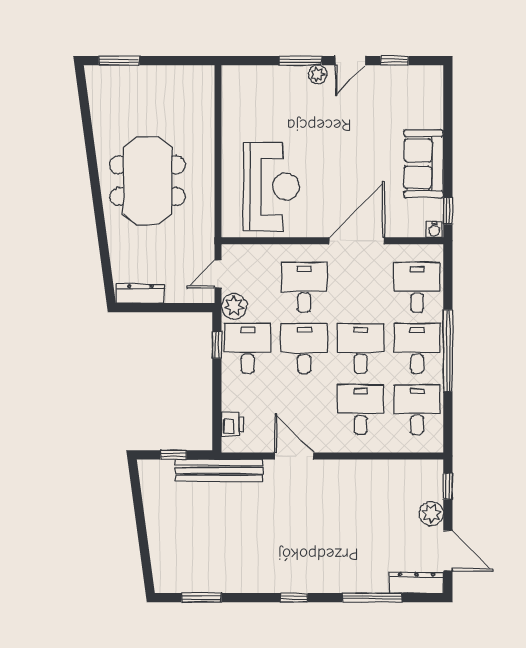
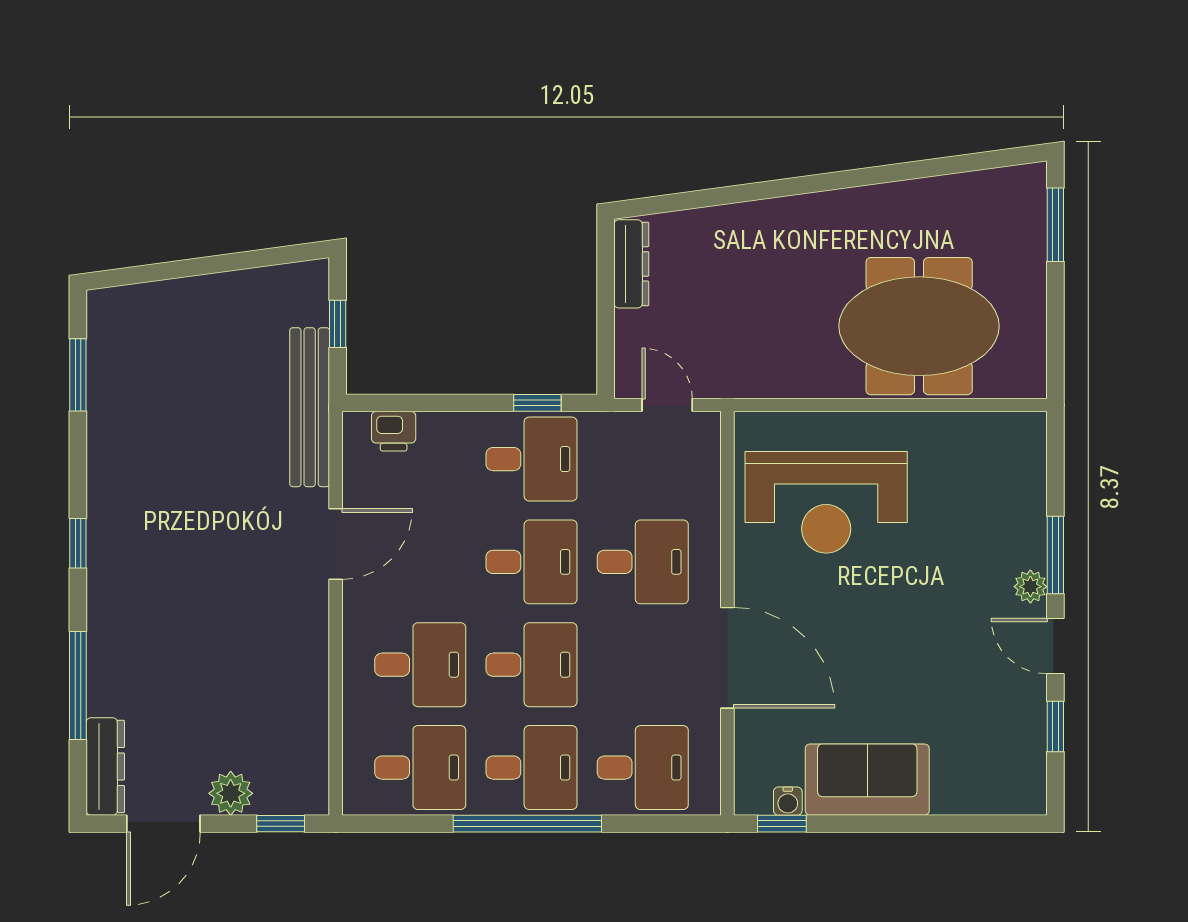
meeting table: (148, 181) -> (919, 326), moved
water cooler: (434, 230) -> (788, 801), moved, turned -90
plant: (234, 306) -> (608, 434), removed

